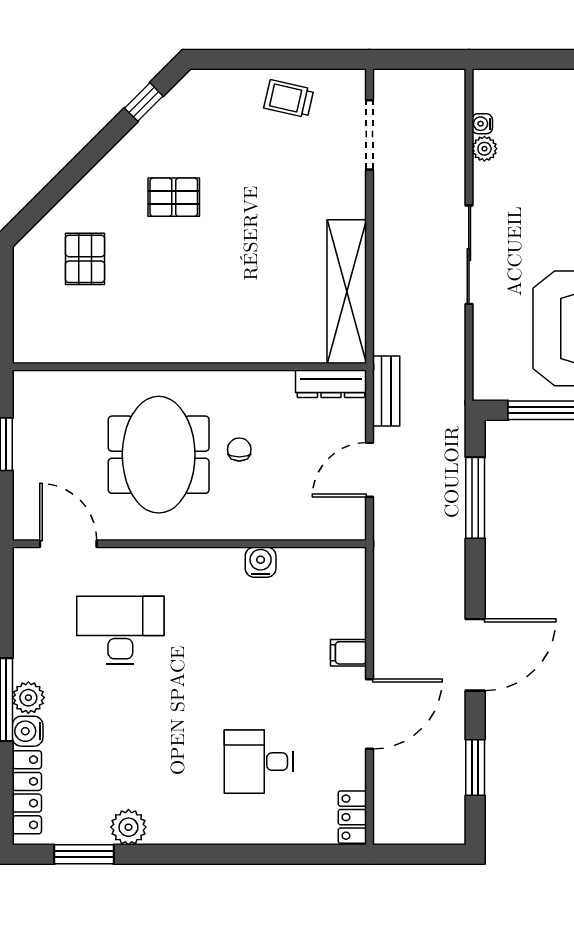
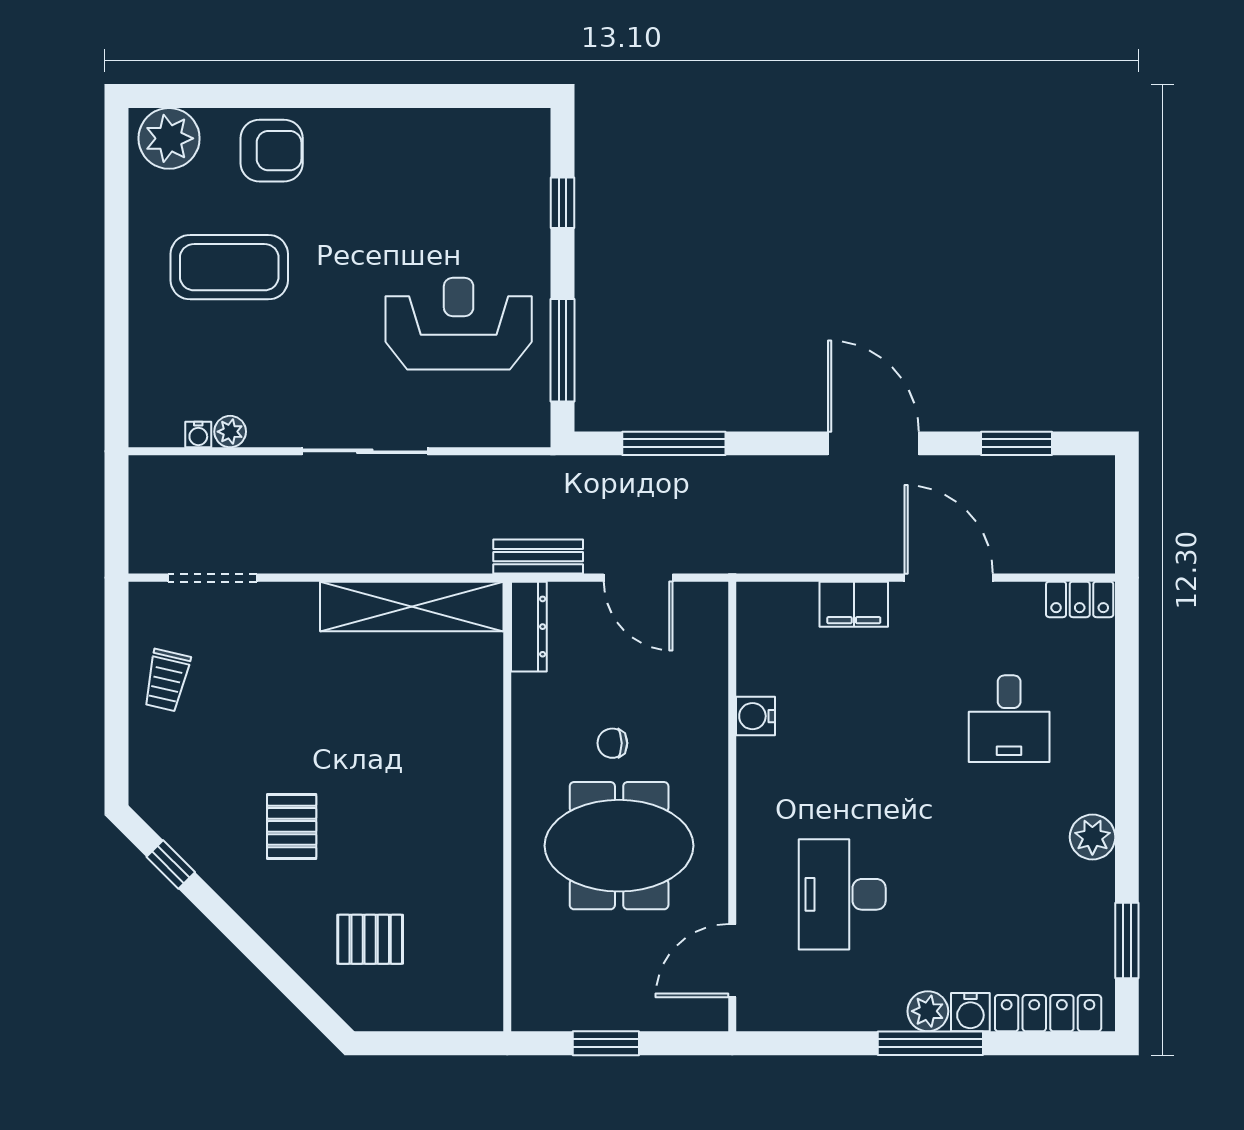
filing cabinet: (349, 653) -> (854, 604), width x2.00
plant: (128, 827) -> (1092, 837), moved

